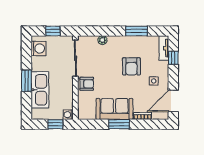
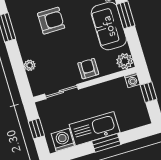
sliding door: (75, 58) -> (61, 92), width x0.73
kitchen sink: (40, 90) -> (95, 129), moved
plant: (84, 113) -> (125, 61), added

